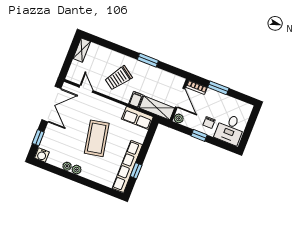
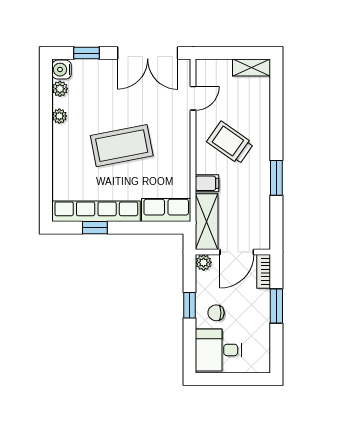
row of seats: (137, 118) -> (166, 210), moved, turned 90
plant: (77, 170) -> (60, 89), moved

